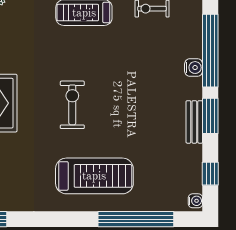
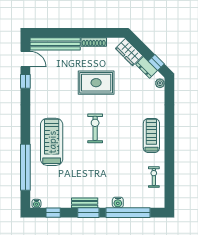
exercise bike: (72, 105) -> (95, 128), turned -90
treadmill: (94, 176) -> (52, 142), turned 180

